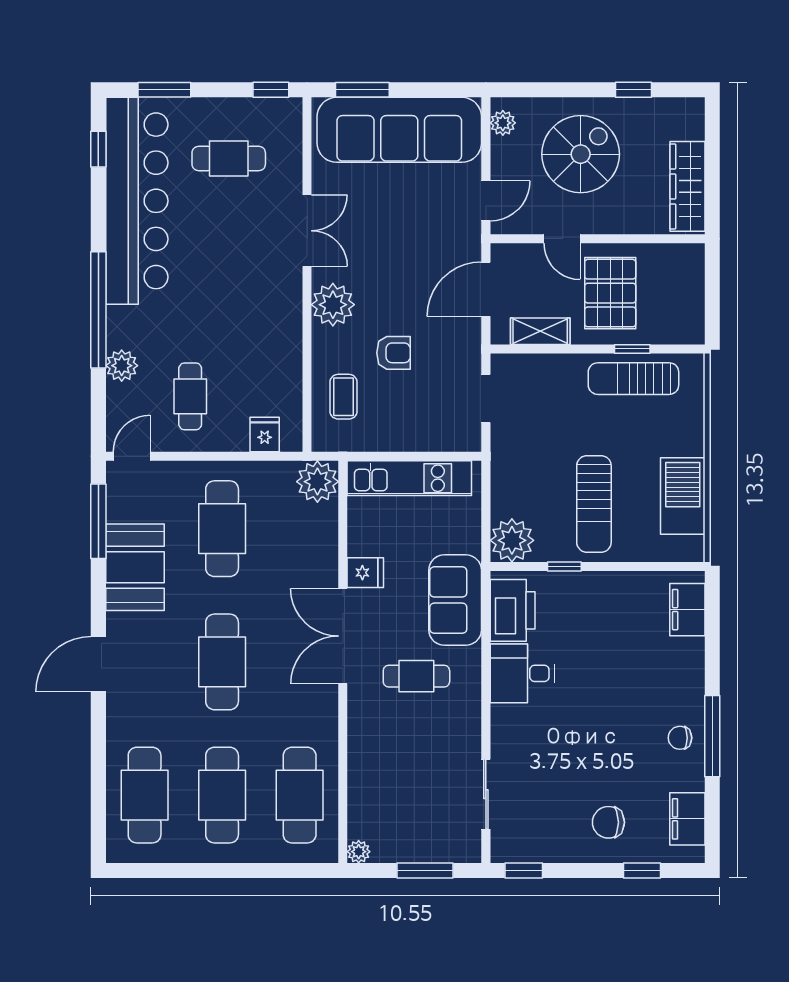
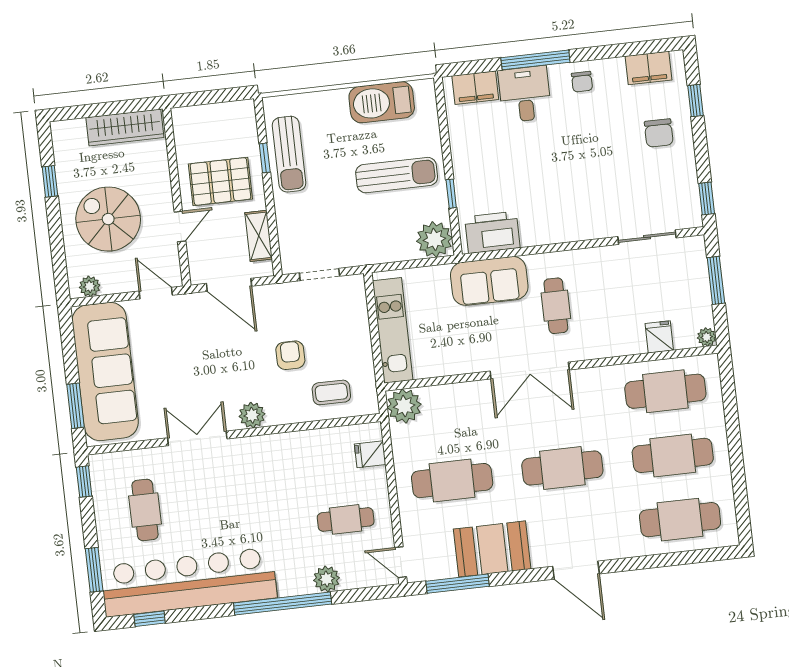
plant: (333, 305) -> (252, 415), width x0.73, depth x0.73
fridge: (365, 573) -> (659, 337), moved
desk: (522, 673) -> (525, 94), moved, turned 180
window: (712, 736) -> (535, 60), moved

